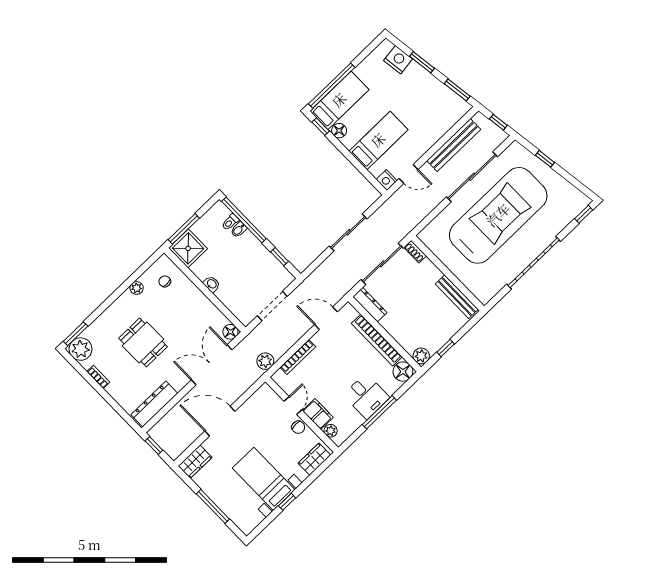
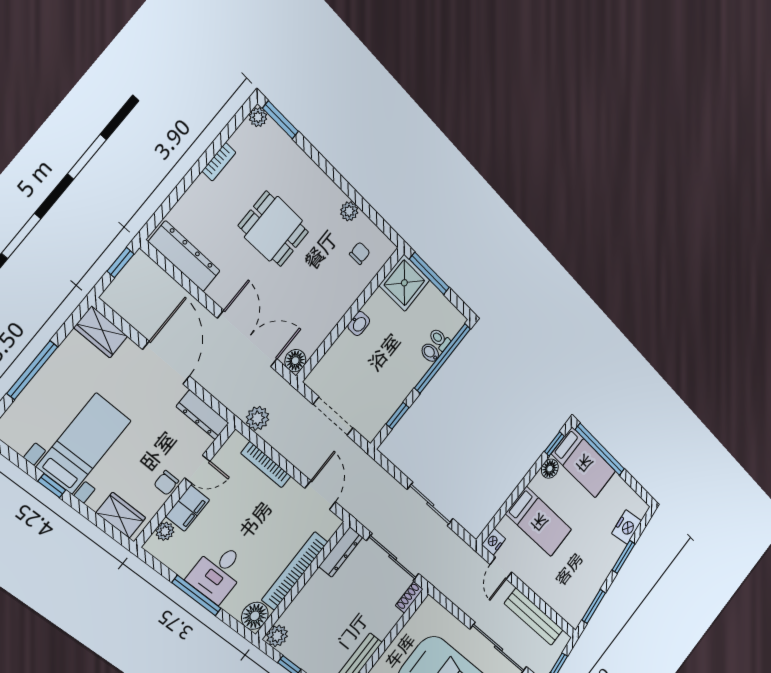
dining table: (143, 342) -> (274, 229), turned 90
plant: (81, 349) -> (258, 117), width x0.53, depth x0.53
dresser: (257, 399) -> (203, 415), added

